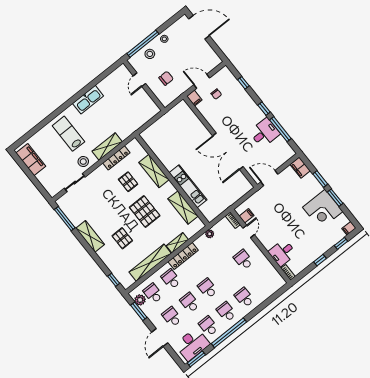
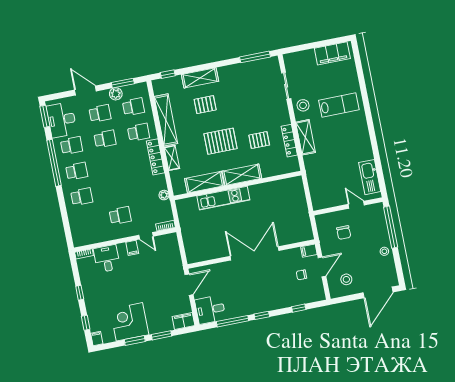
stool: (150, 54) -> (346, 279), moved
kitchen sink: (88, 100) -> (370, 177), moved
desk: (265, 133) -> (210, 310), moved, turned 90
double door: (228, 151) -> (255, 253), moved
shelving: (154, 171) -> (242, 175), moved
filing cabinet: (247, 216) -> (132, 248), moved
shelving: (90, 236) -> (200, 78), moved
school desk: (208, 288) -> (110, 164), removed
plant: (140, 300) -> (116, 94), moved

